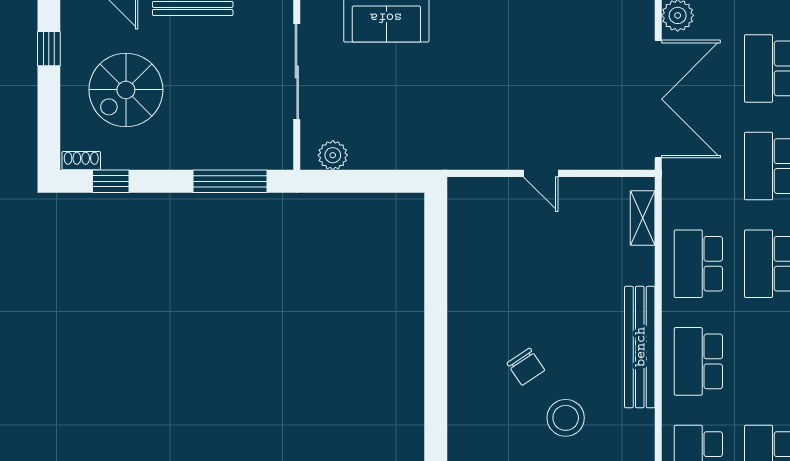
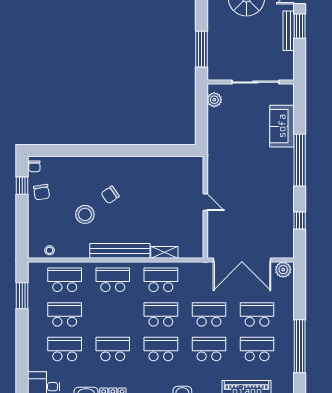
door: (541, 173) -> (205, 202), swing flipped
shelving: (643, 218) -> (164, 252), moved

